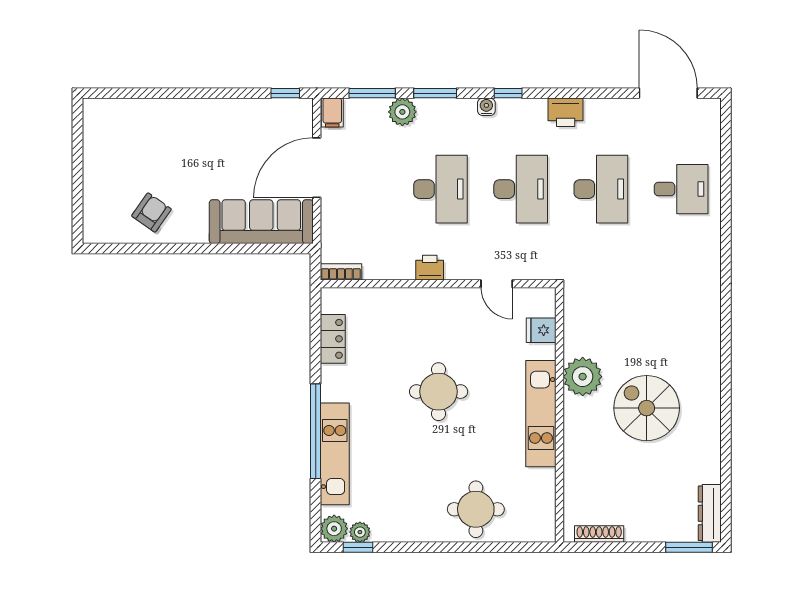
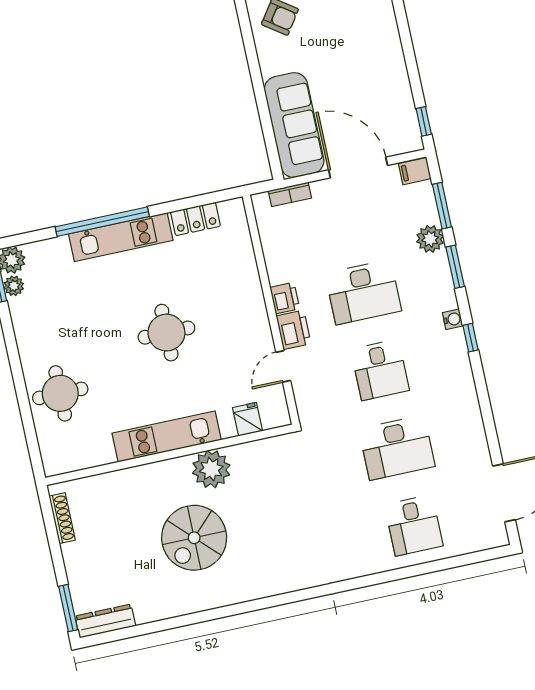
printer: (566, 112) -> (294, 330), moved, turned 180
desk: (521, 189) -> (380, 370), width x0.73
bookcase: (341, 272) -> (290, 194), moved, turned 90
spiral stairs: (647, 408) -> (194, 538), turned 180
kitchen unit: (335, 454) -> (121, 237), moved

